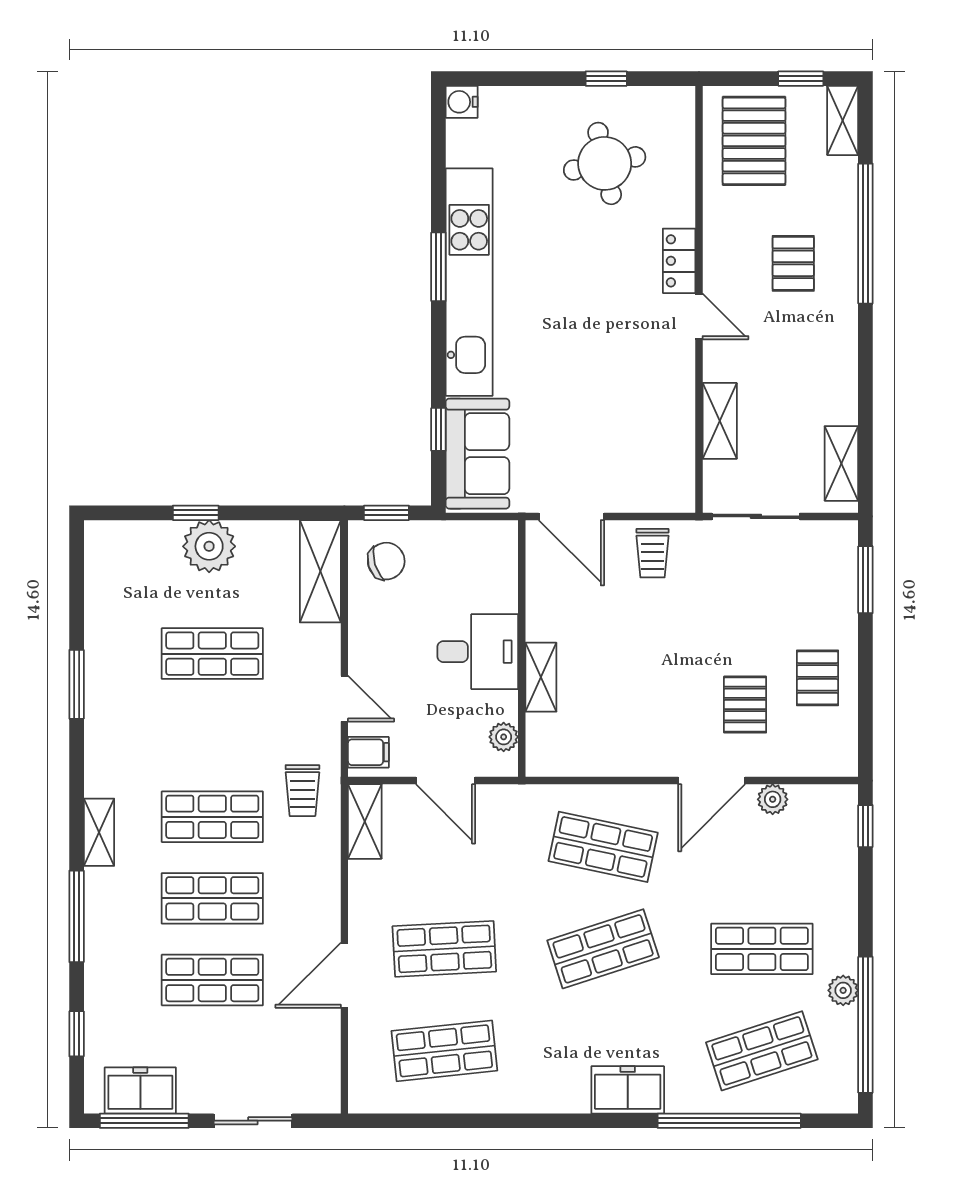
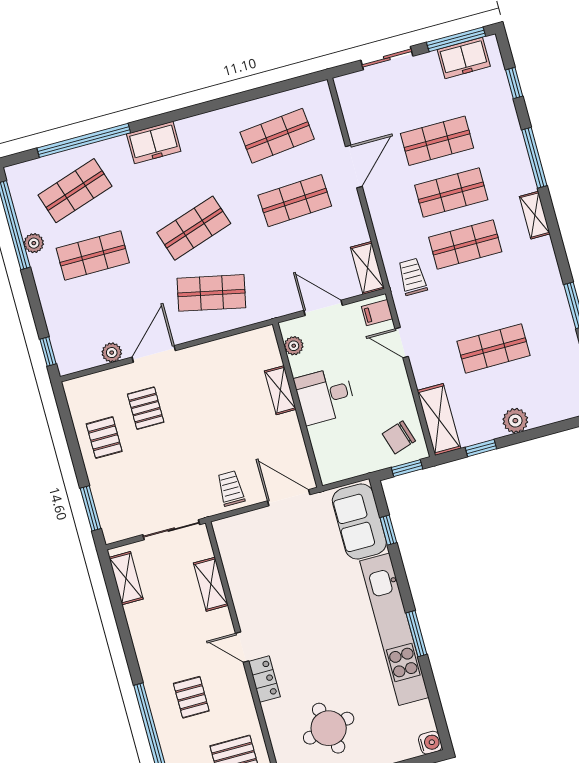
window: (196, 513) -> (481, 448), moved
plant: (209, 546) -> (515, 421), width x0.73, depth x0.73

